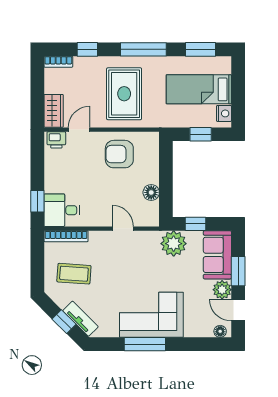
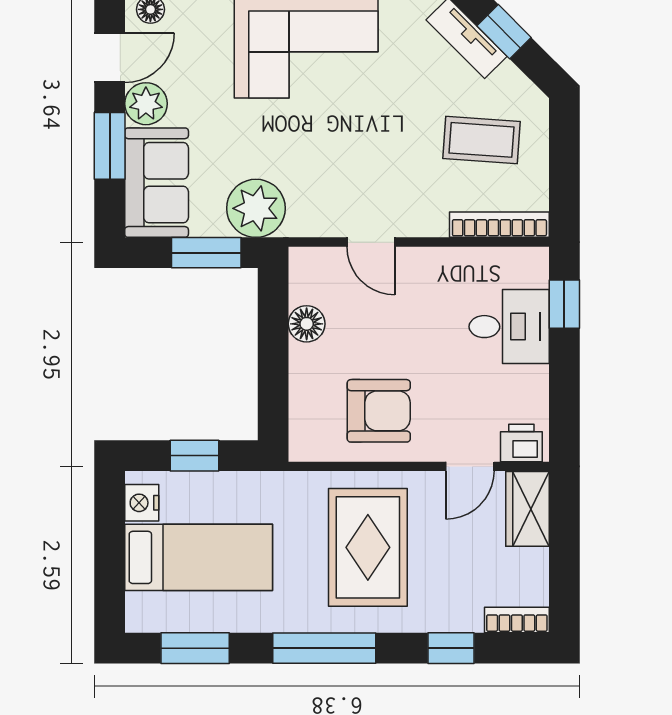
desk: (62, 210) -> (509, 327), moved
window: (195, 224) -> (206, 253), width x1.50
door: (238, 310) -> (110, 58), hinge flipped

